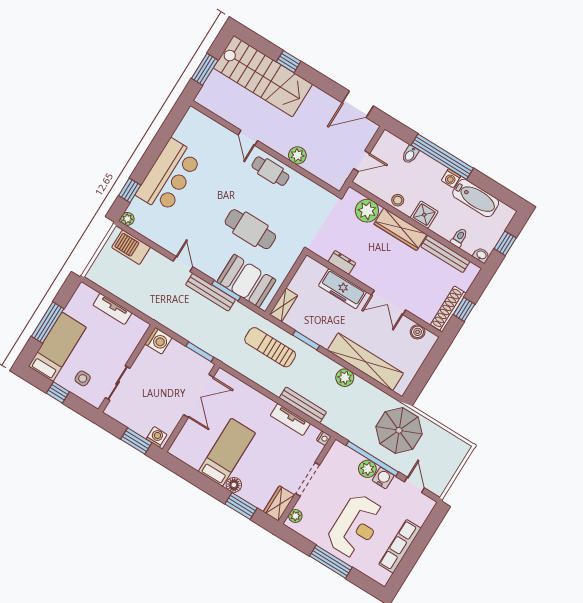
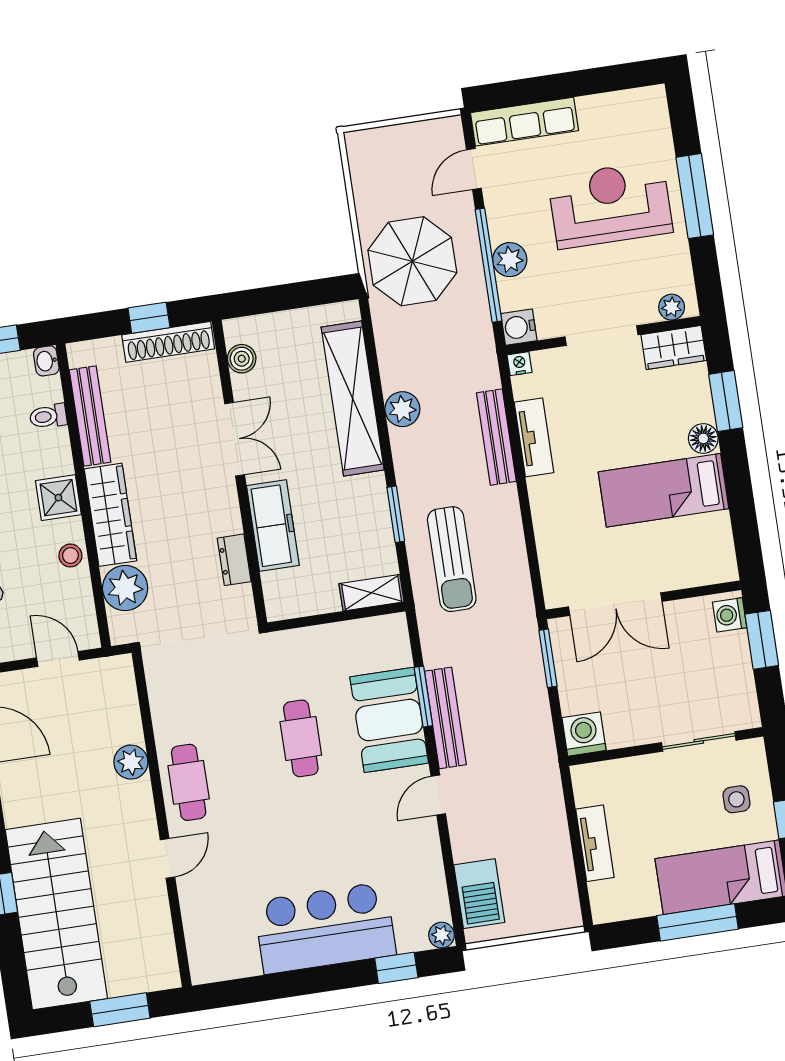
cafe table: (250, 229) -> (301, 738), width x0.73, depth x0.74
booth: (246, 281) -> (389, 720), moved
double door: (199, 396) -> (615, 604), swing flipped
water cooler: (383, 478) -> (519, 327), moved
row of seats: (400, 546) -> (524, 122), moved

